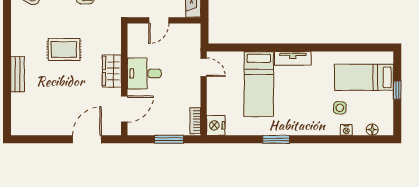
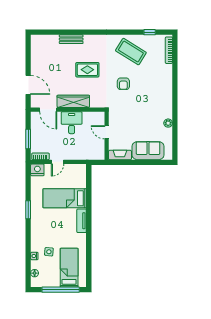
rug: (64, 50) -> (87, 70), turned 90
door: (204, 67) -> (58, 162), moved
wardrobe: (112, 71) -> (73, 101), width x1.50
window: (397, 90) -> (61, 290), width x3.17

